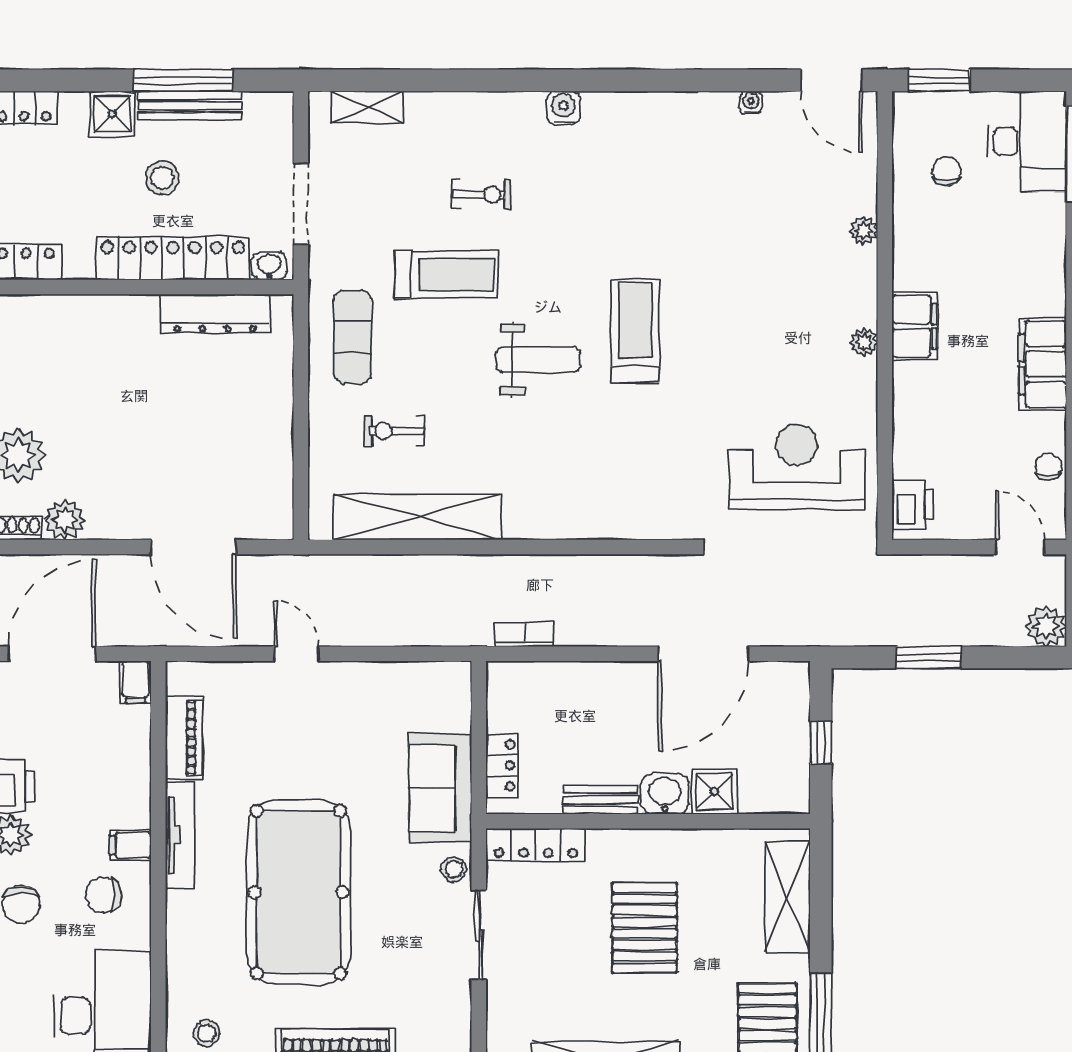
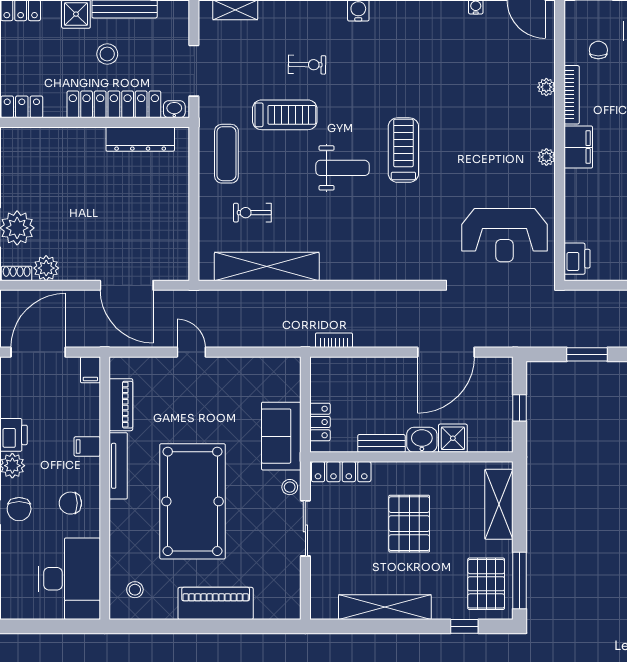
bookcase: (904, 243) -> (572, 95), added
reception desk: (797, 467) -> (504, 235), turned 180
filing cabinet: (130, 845) -> (87, 446), moved

